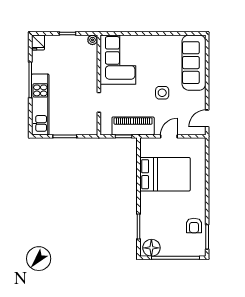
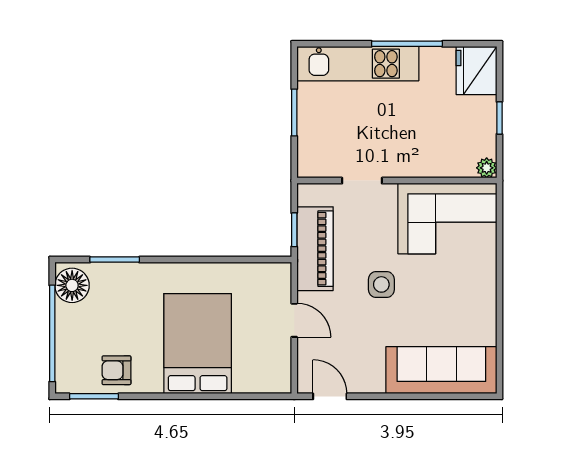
fridge: (38, 42) -> (476, 71), width x1.88, depth x1.34
side table: (162, 93) -> (381, 284), moved
bed: (165, 174) -> (198, 344), moved, turned 180

